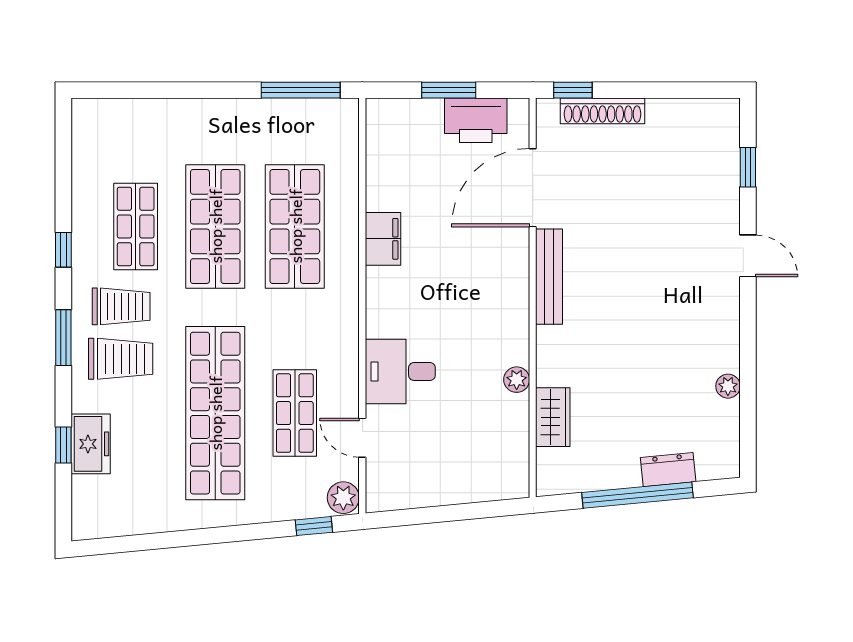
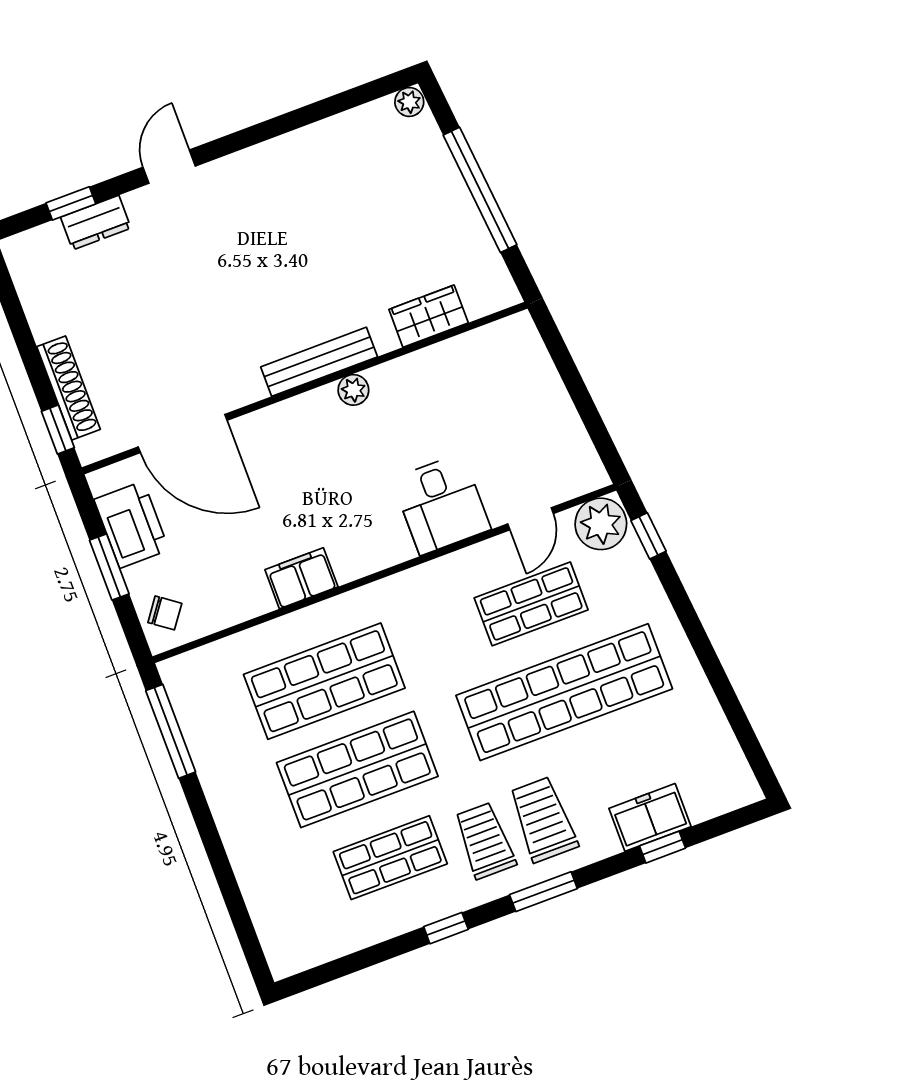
chair: (396, 120) -> (165, 613), added
bench: (549, 277) -> (319, 362), moved
plant: (517, 380) -> (353, 390), moved
plant: (728, 386) -> (409, 102), moved
dresser: (668, 470) -> (96, 223), moved, turned -85
plant: (343, 498) -> (601, 524), width x1.36, depth x1.36

